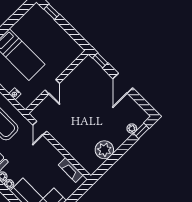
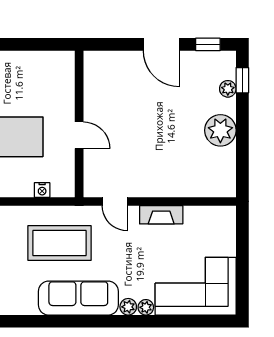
window: (100, 60) -> (208, 44), moved
plant: (104, 150) -> (220, 130), moved
fireplace: (71, 170) -> (161, 215), moved

